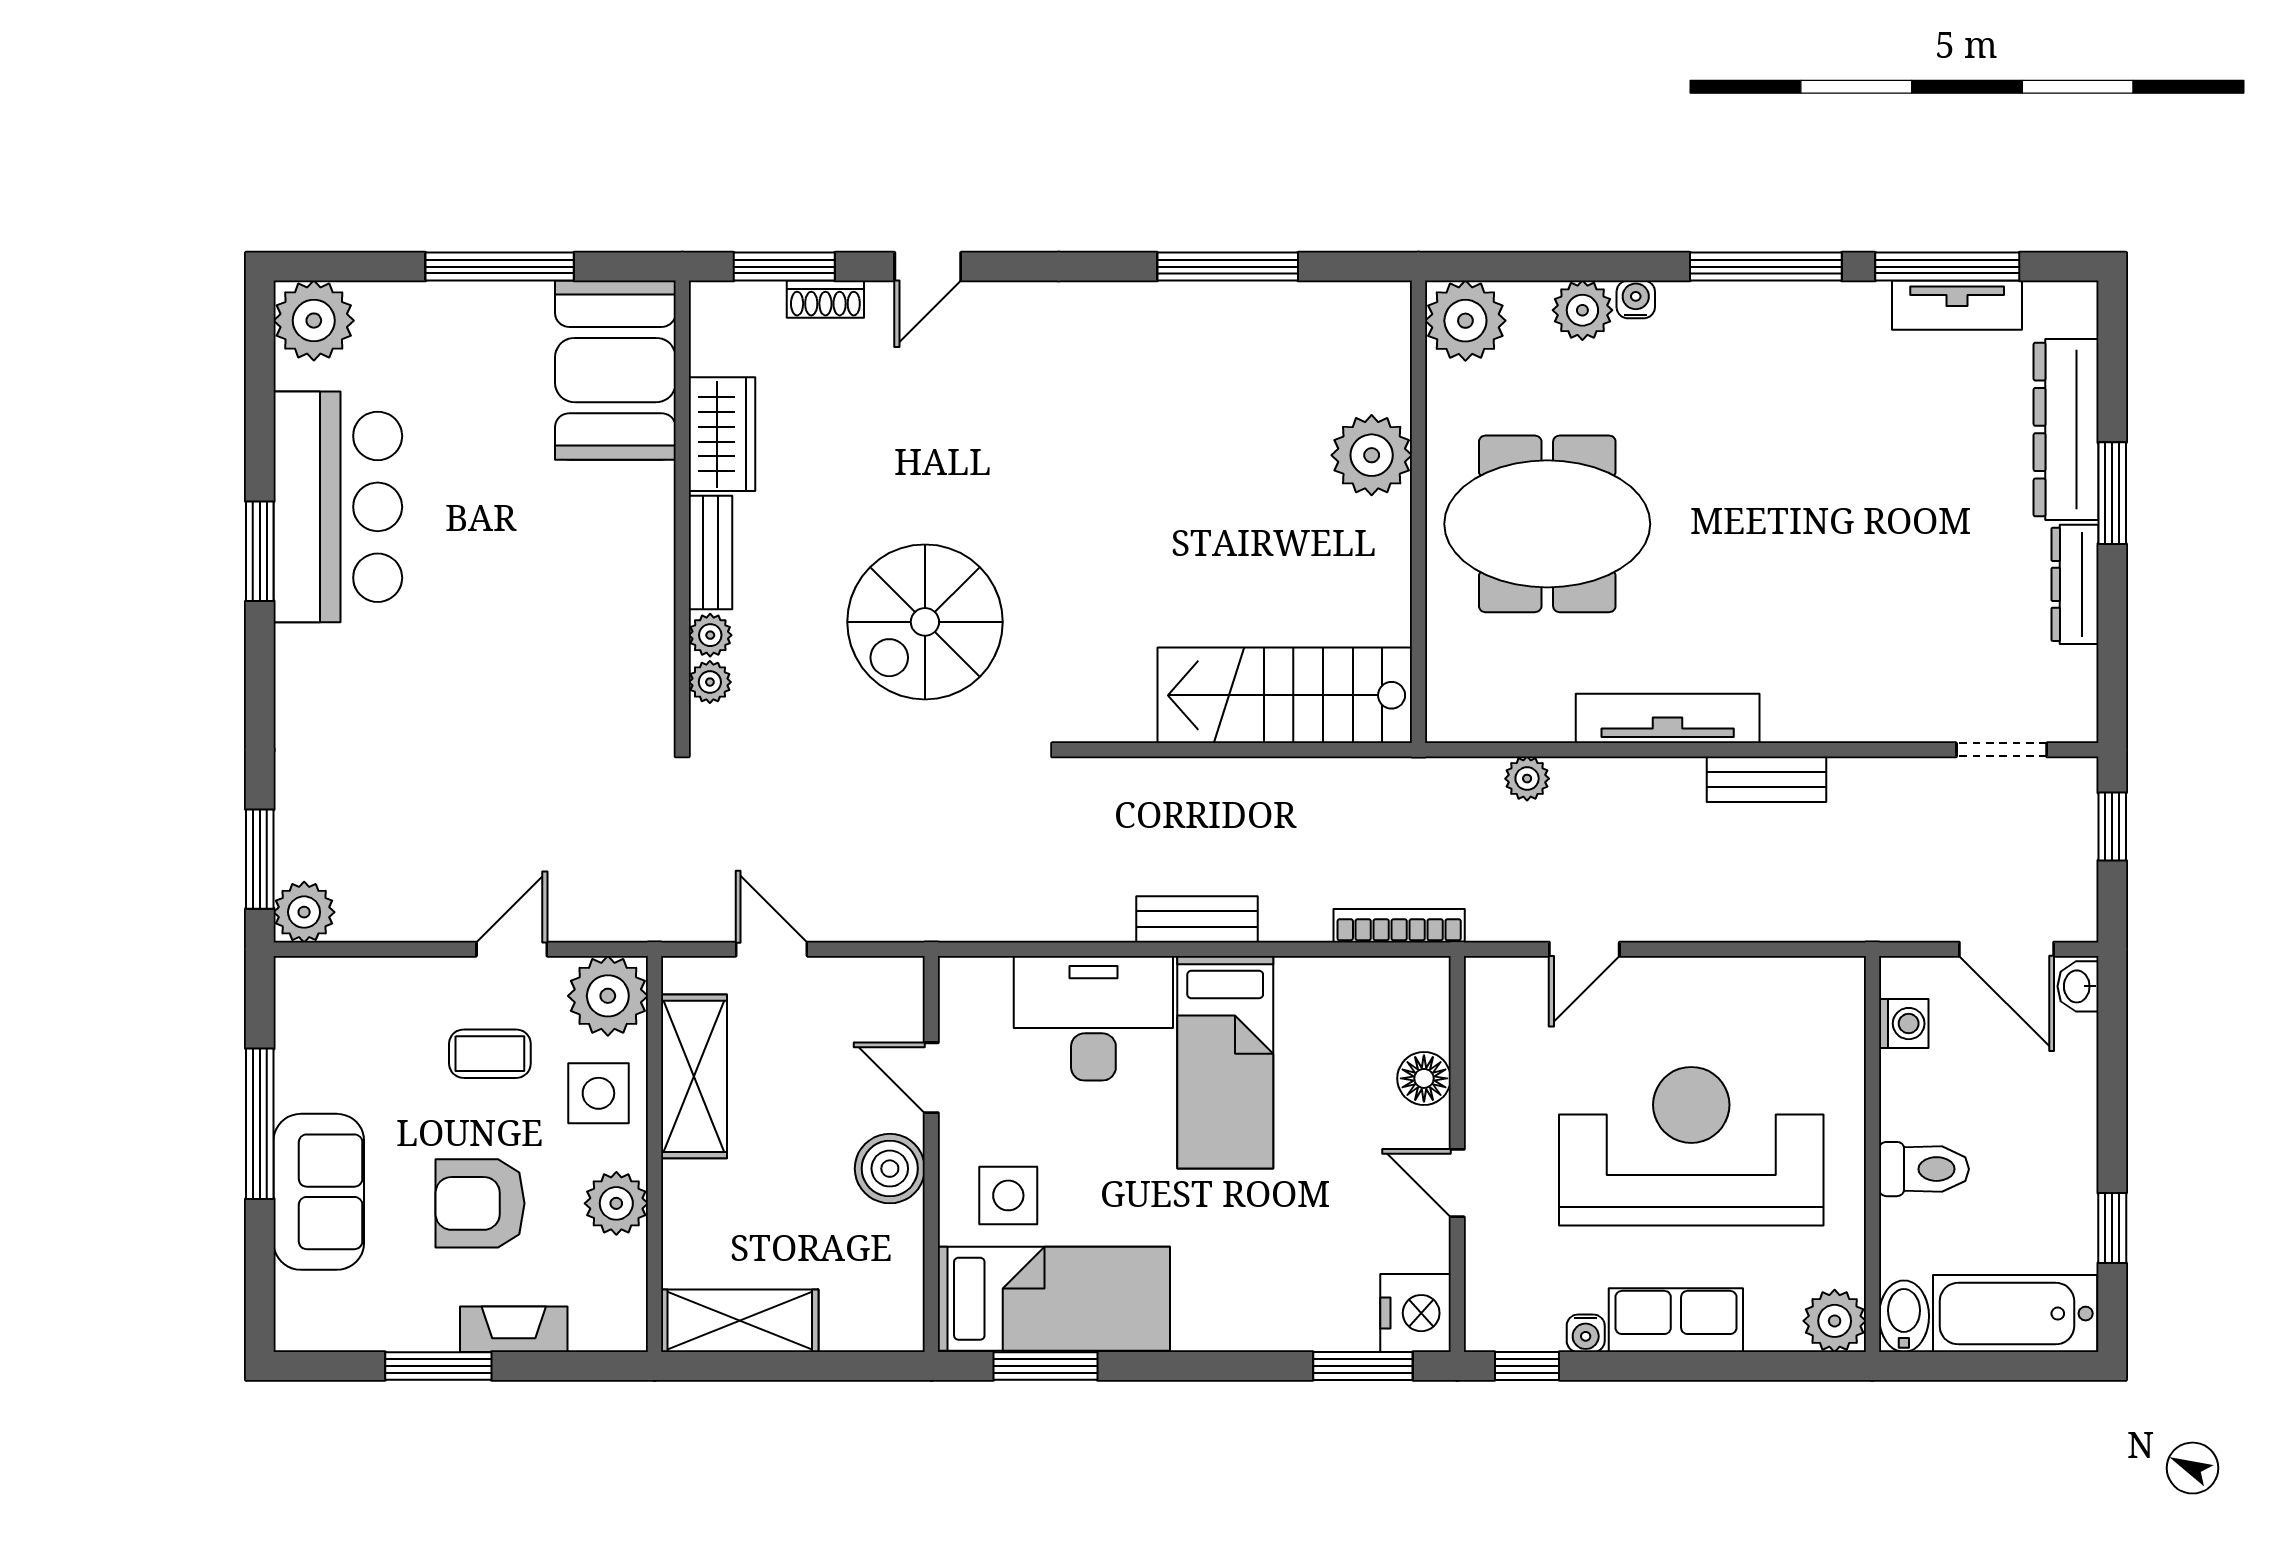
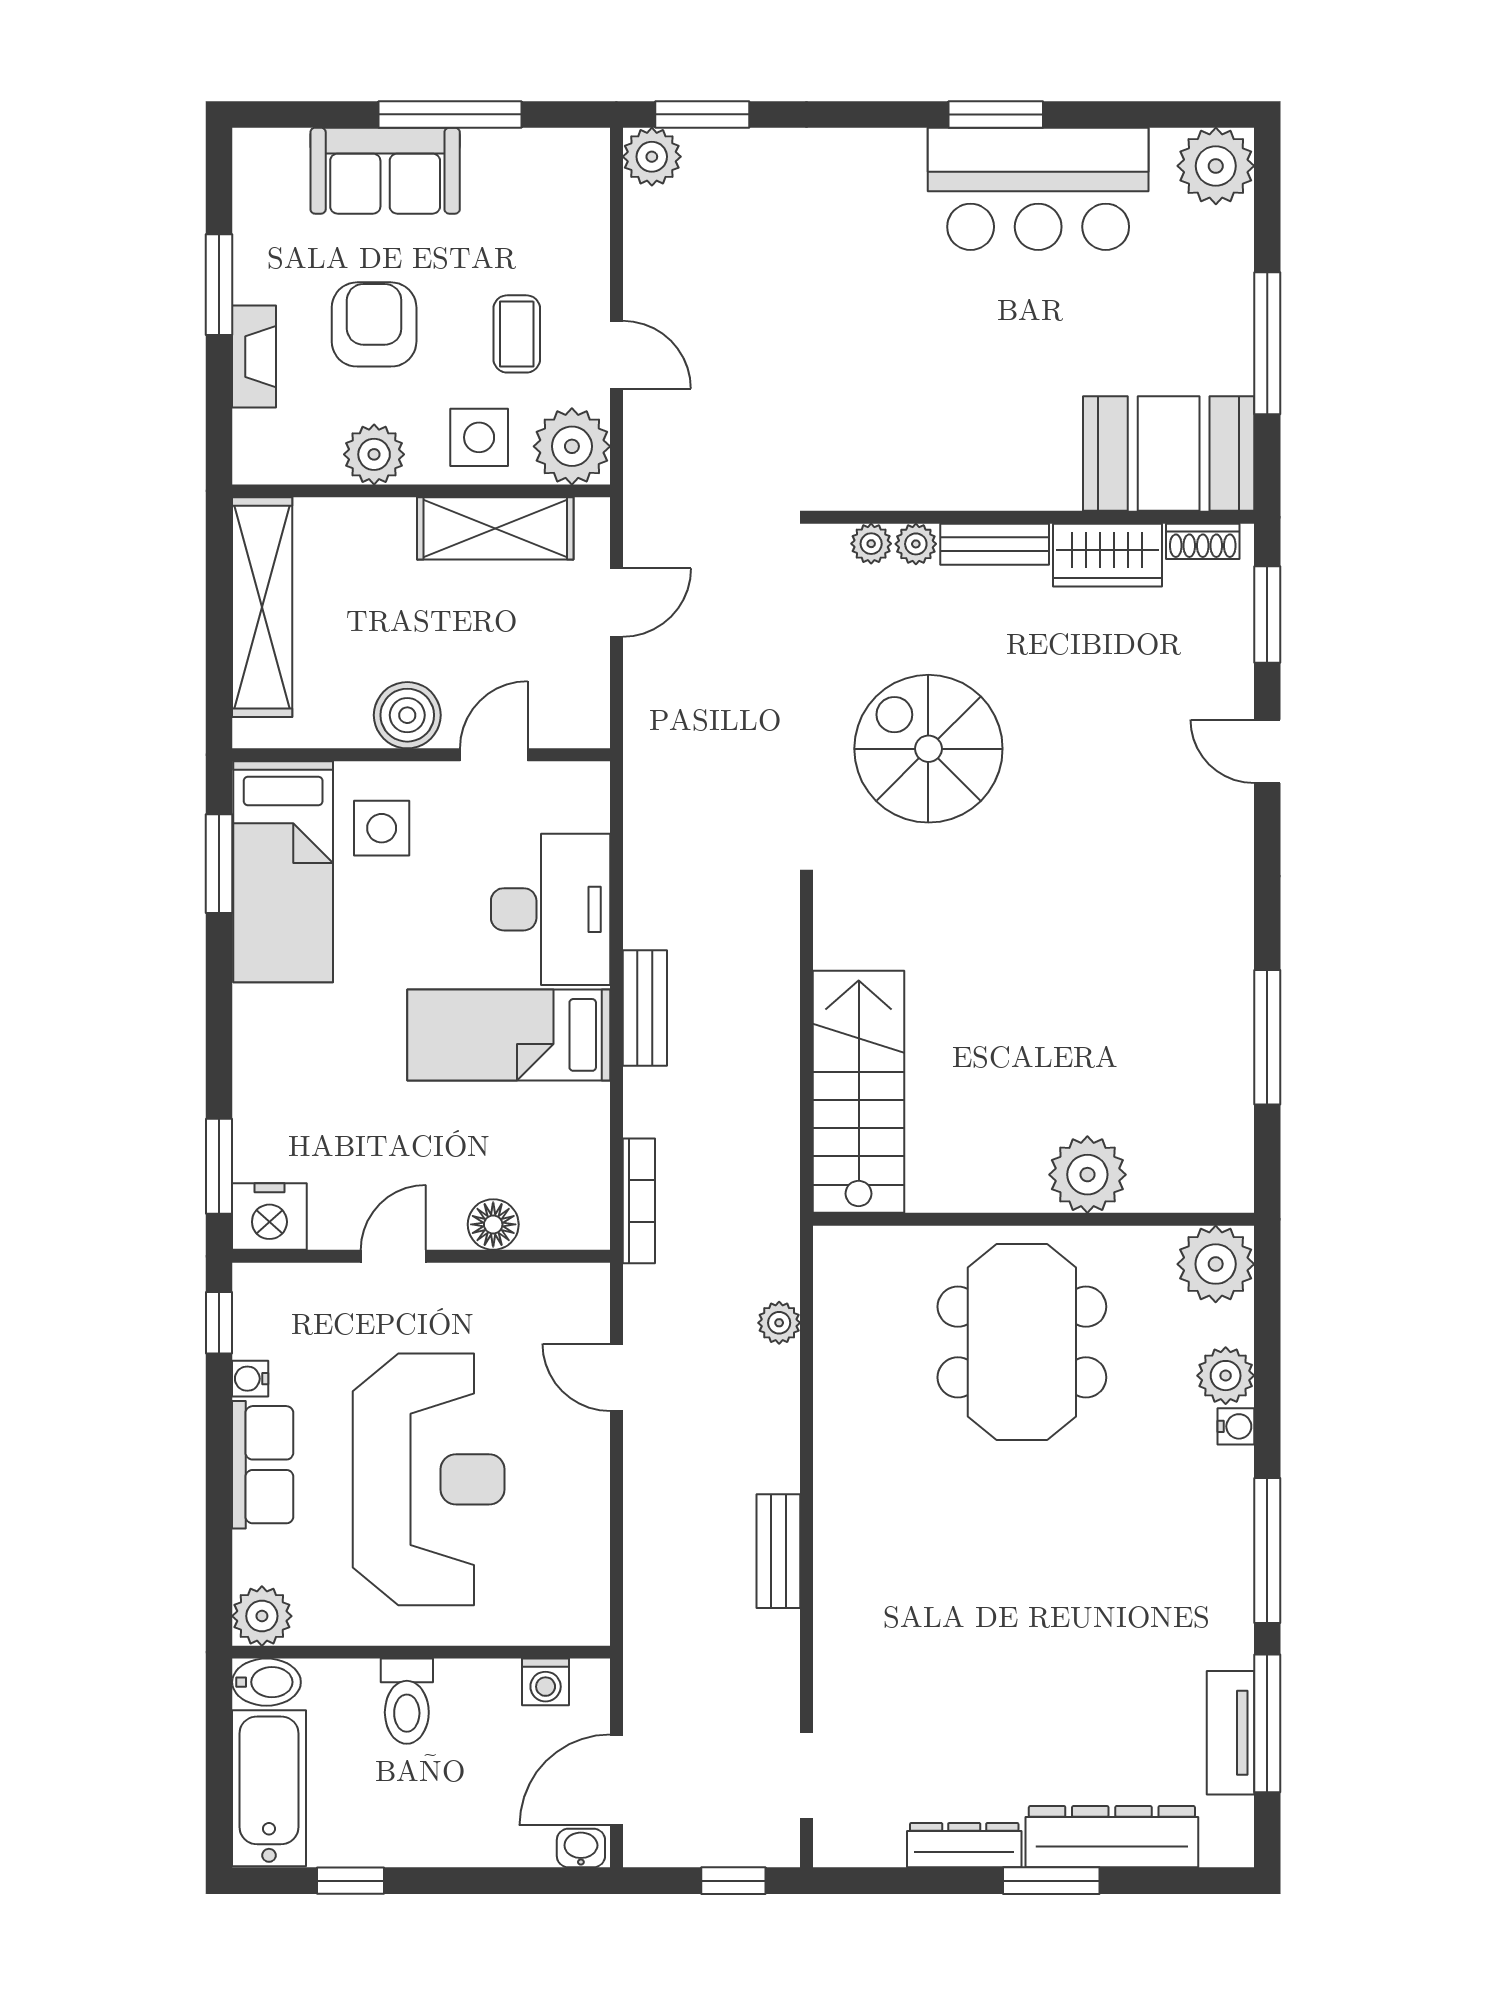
shoe rack: (825, 299) -> (1203, 541), moved, turned -90
tv unit: (1668, 718) -> (836, 1457), removed
shelving: (740, 1321) -> (262, 607), width x1.47

